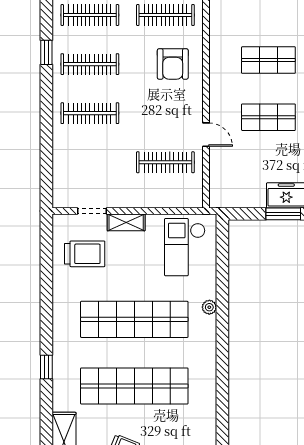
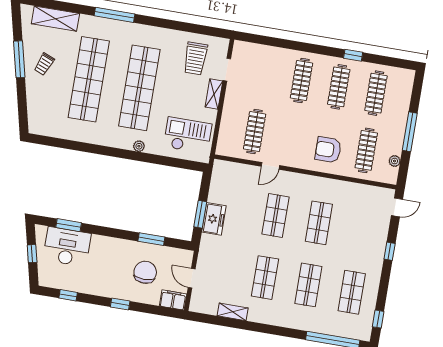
window: (46, 367) -> (114, 15), width x2.17

